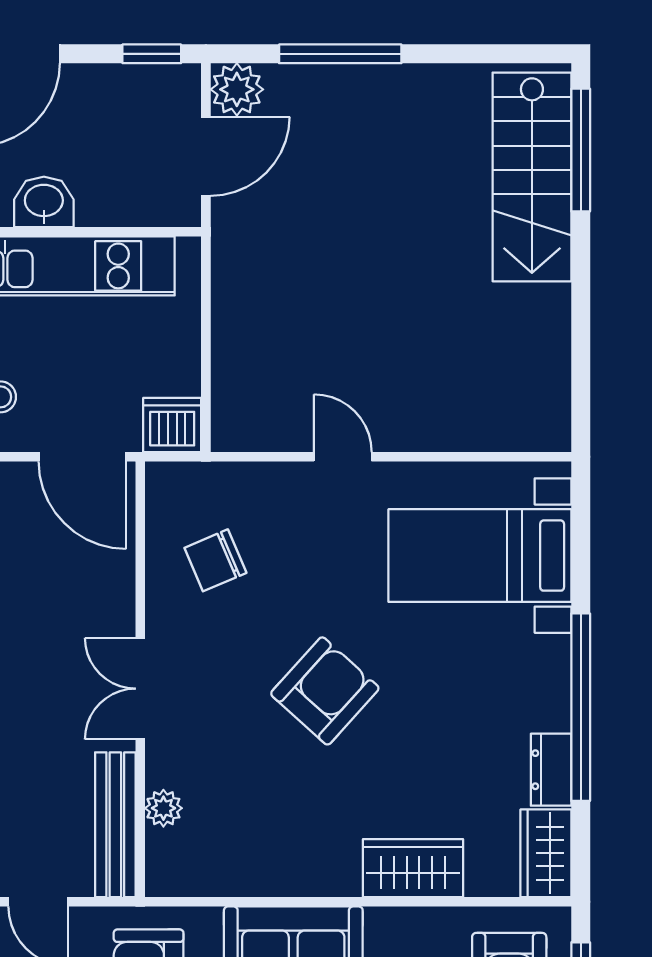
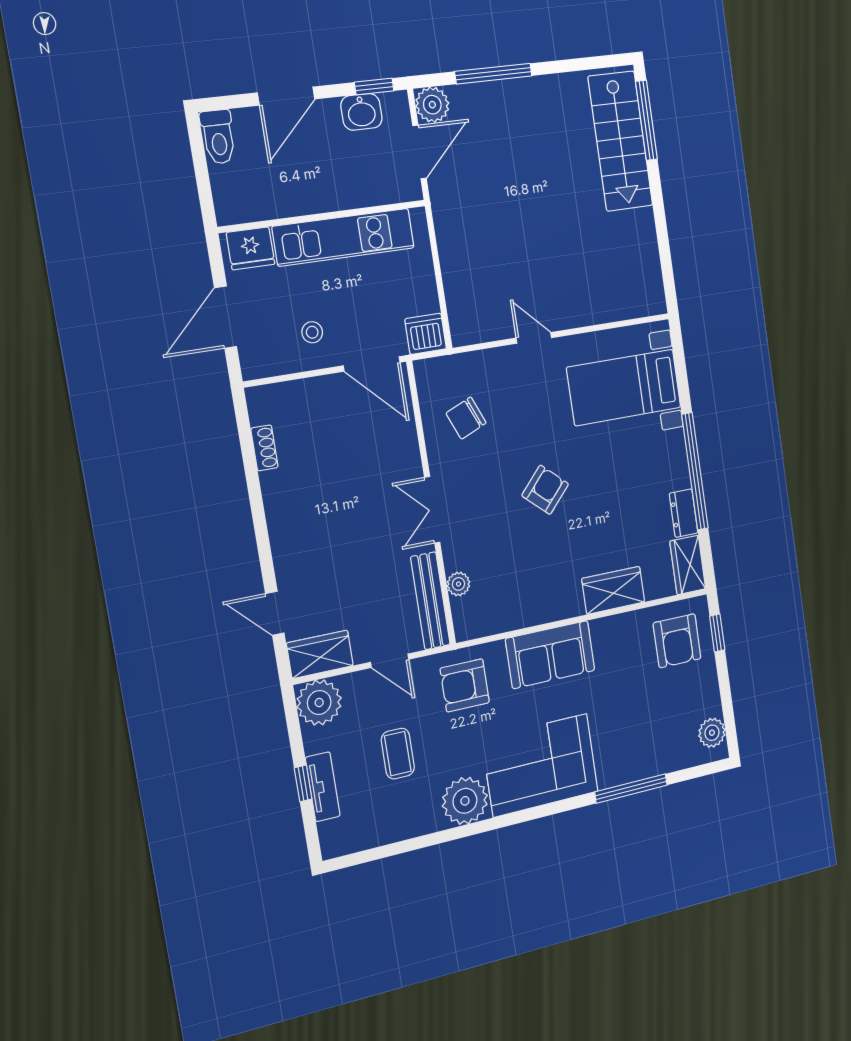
washbasin: (44, 202) -> (361, 112), moved, turned 180
armchair: (325, 691) -> (545, 490), width x0.72, depth x0.72

